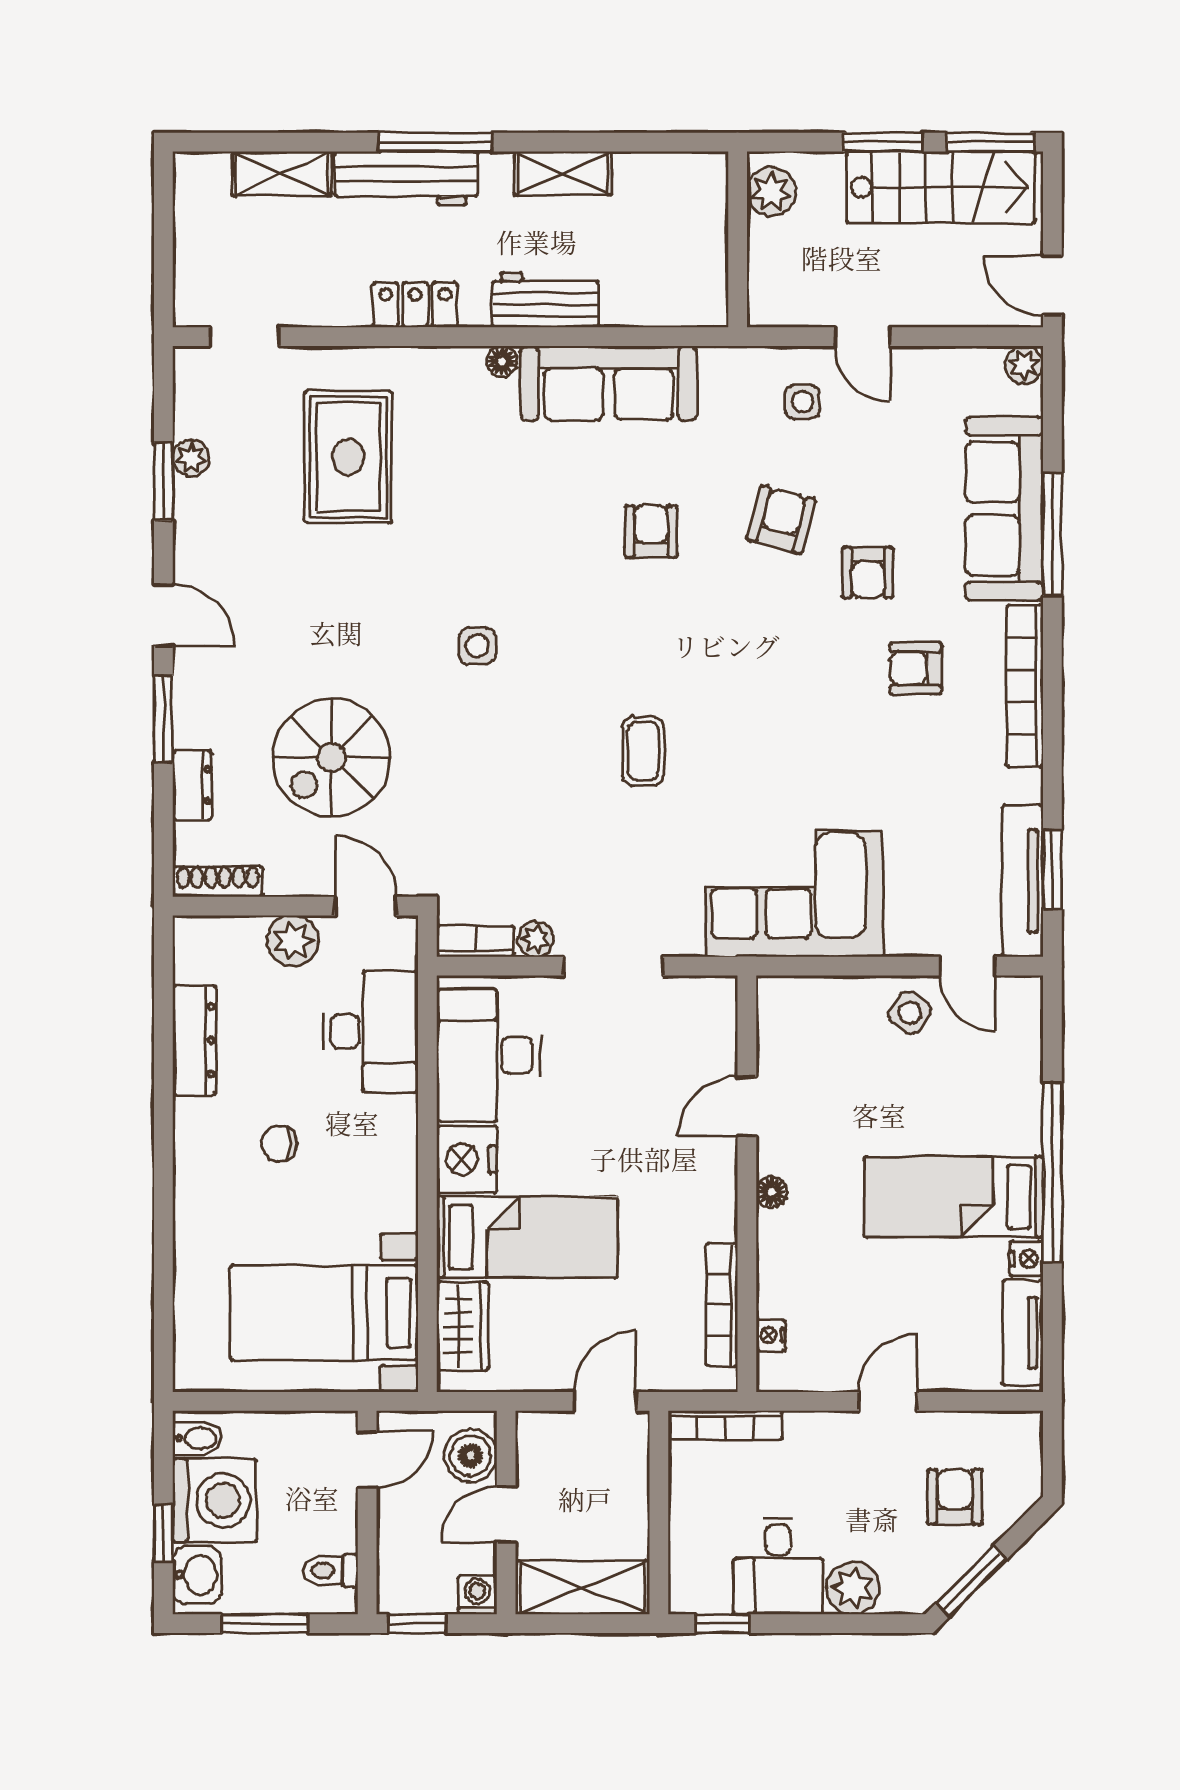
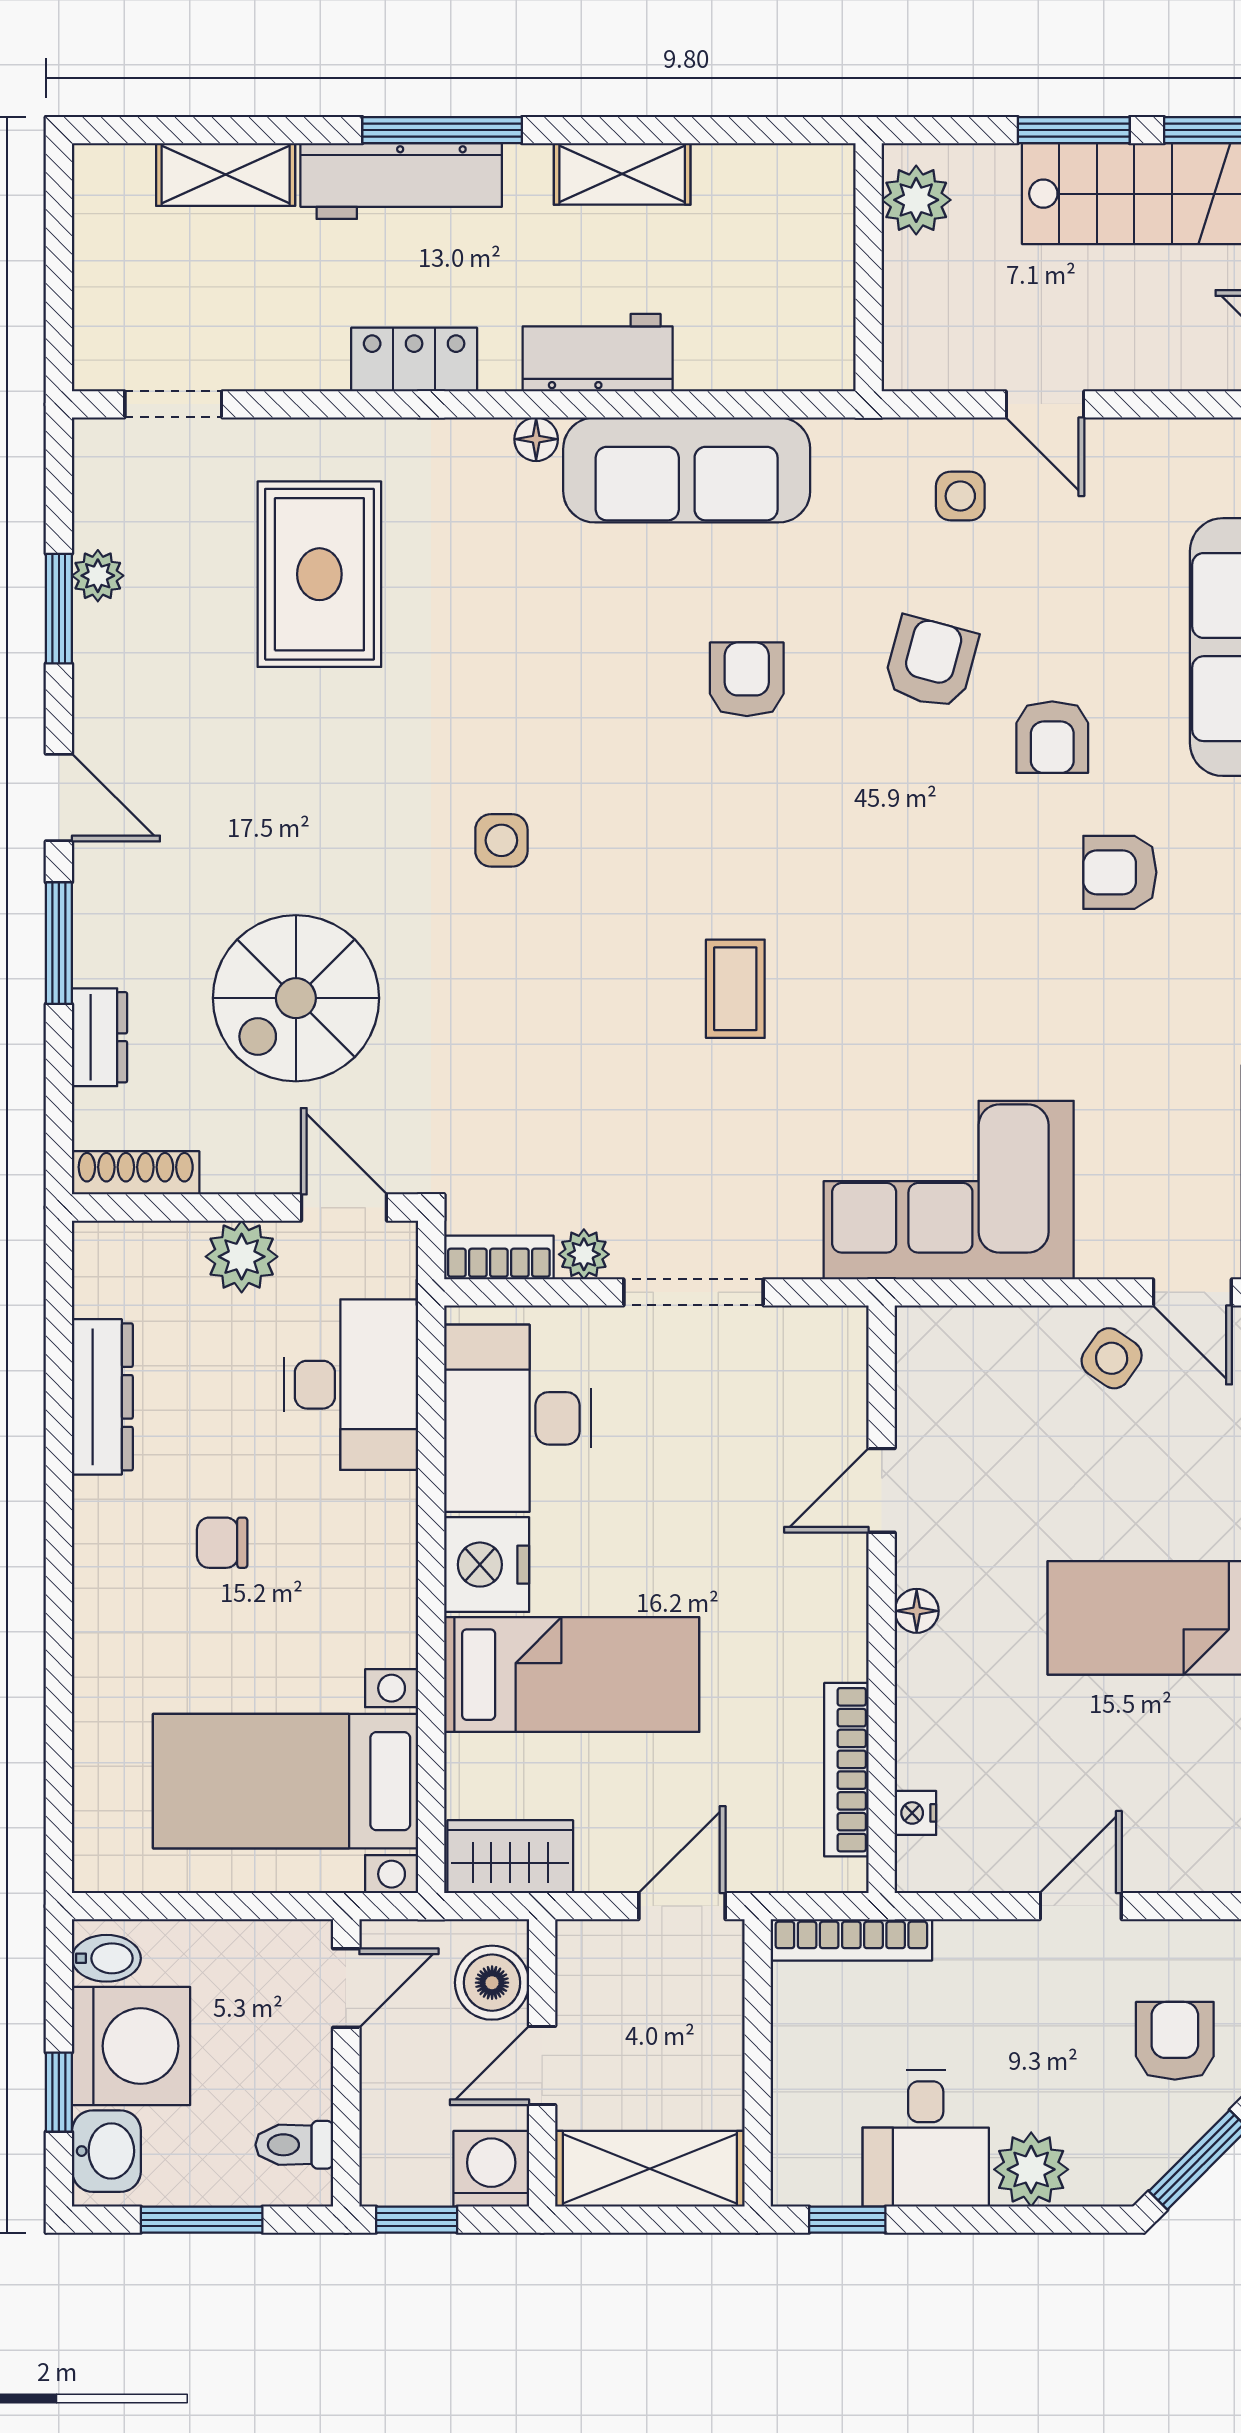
wardrobe: (462, 1326) -> (510, 1857), moved, turned -90
washing machine: (477, 1595) -> (491, 2169), width x1.38, depth x1.38

